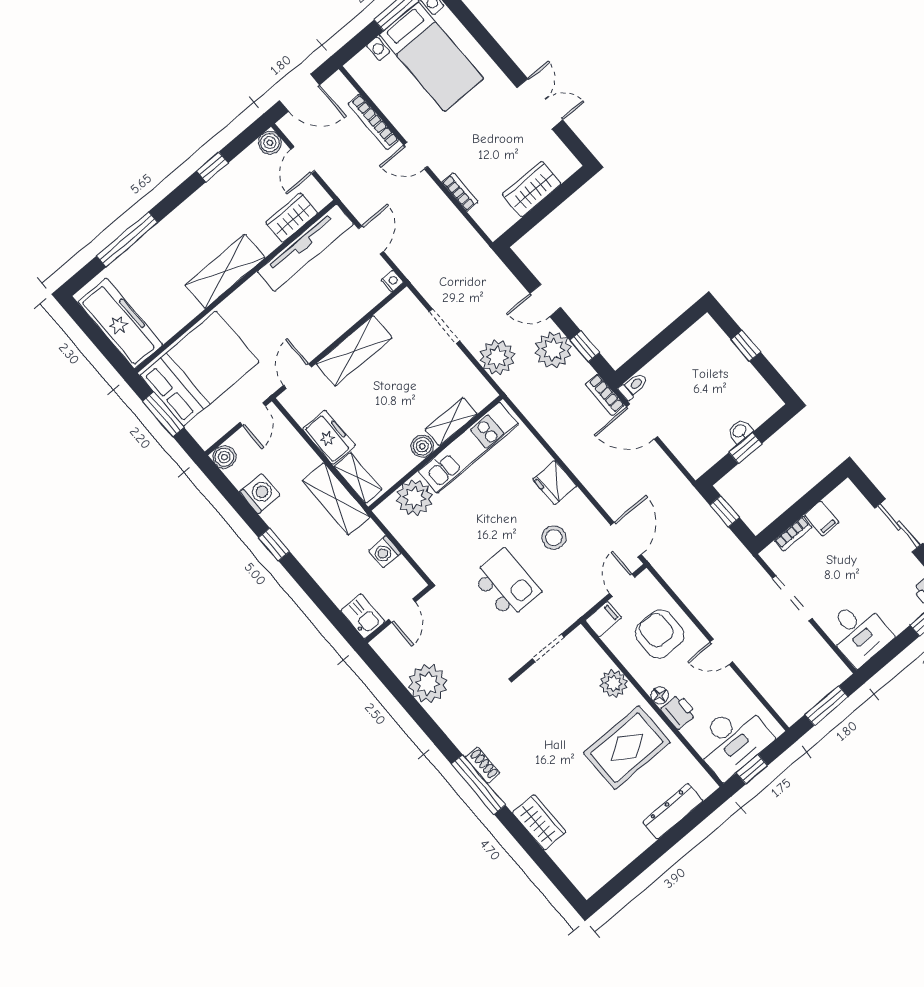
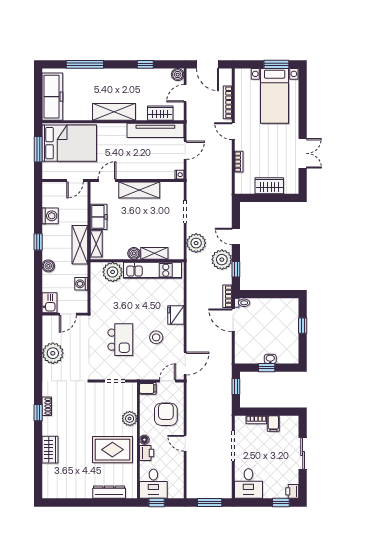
boiler: (224, 457) -> (48, 266), moved
desk: (732, 740) -> (153, 484), width x0.73
window: (478, 785) -> (38, 413), width x0.46

